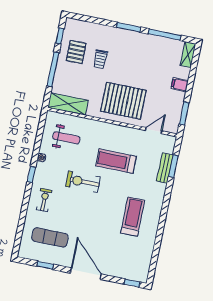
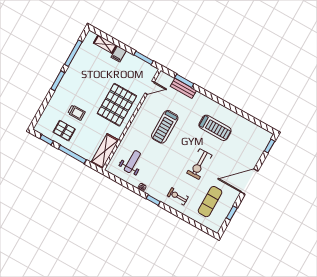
shelving: (188, 55) -> (105, 44), moved
door: (154, 131) -> (150, 88), swing flipped
exercise bike: (83, 182) -> (199, 164), moved
treadmill: (133, 217) -> (215, 128), turned 180

